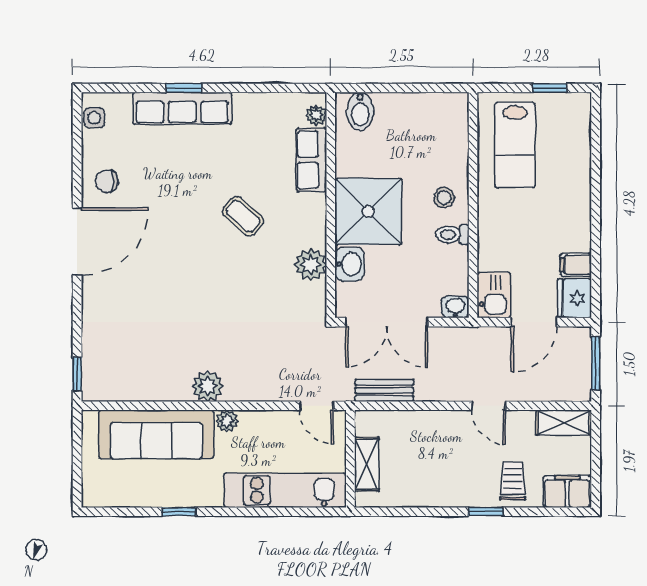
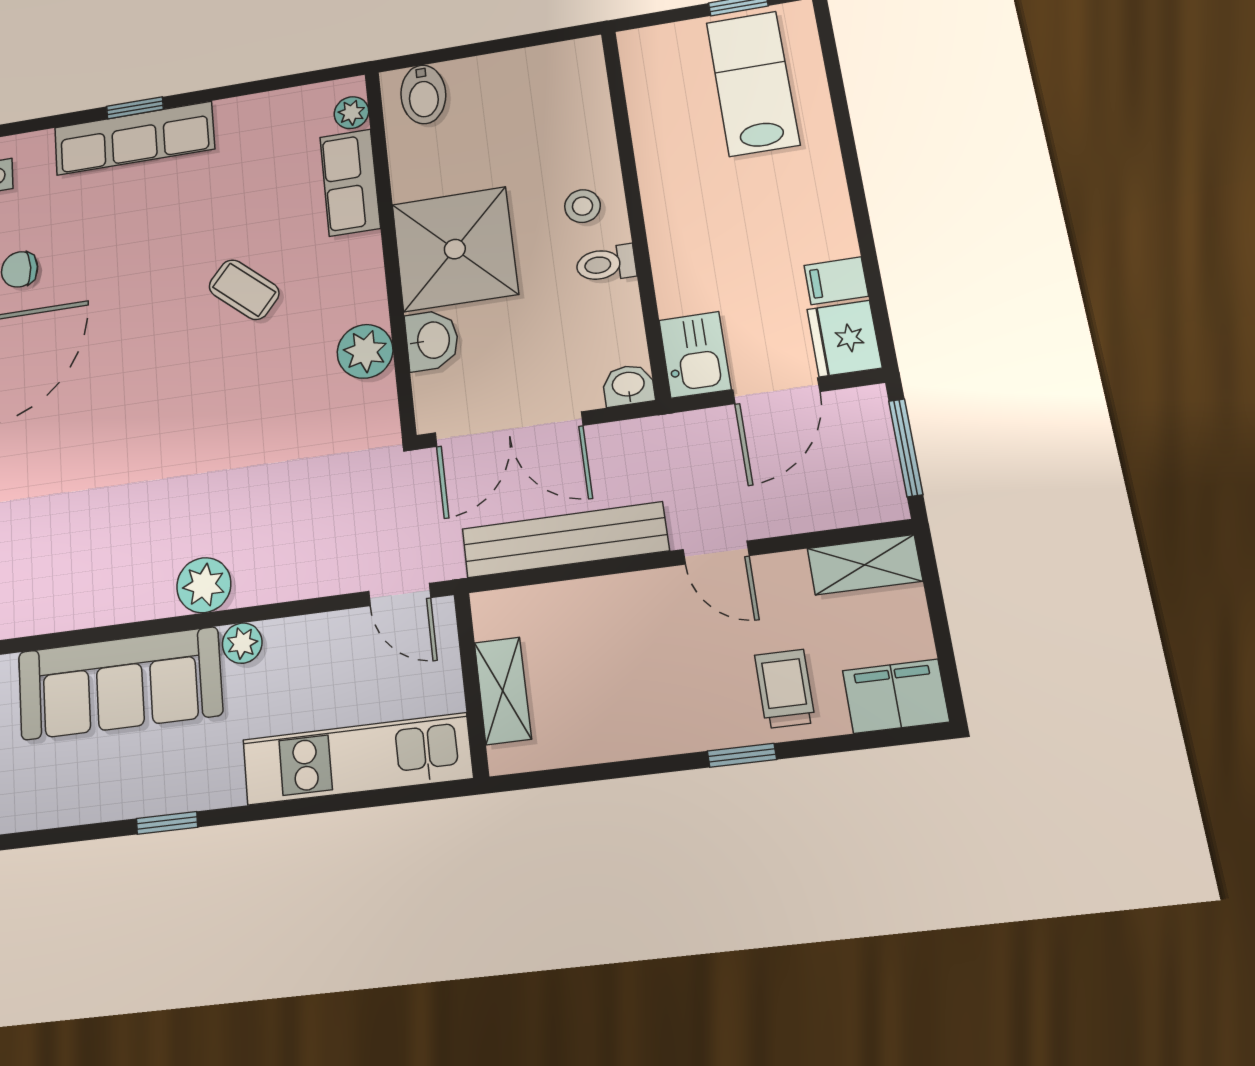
lab bench: (515, 145) -> (753, 83), moved, turned 180
bench: (384, 390) -> (565, 540), width x1.86, depth x1.21

